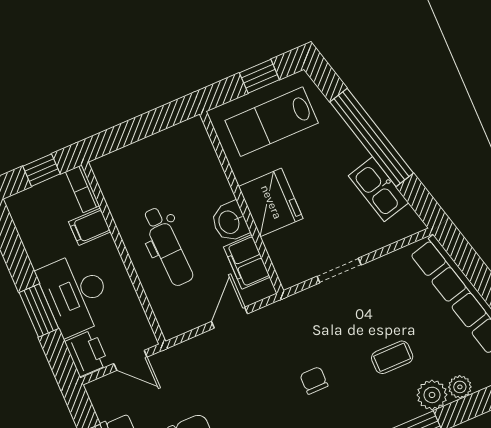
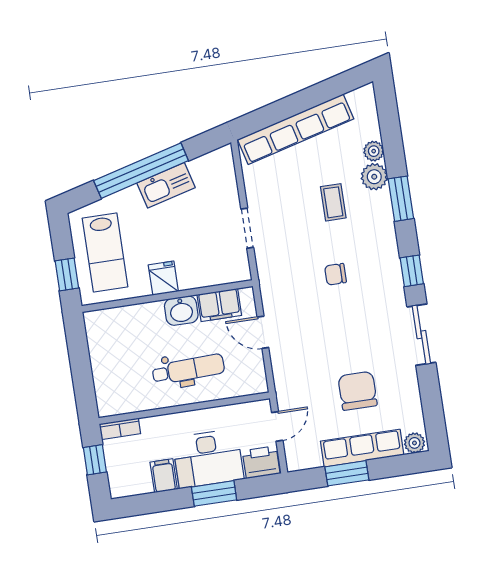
window: (259, 76) -> (67, 274), moved
kitchen sink: (378, 189) -> (166, 185), moved
fridge: (271, 202) -> (163, 278), width x0.53, depth x0.75
filing cabinet: (90, 227) -> (164, 476), moved, turned 180

